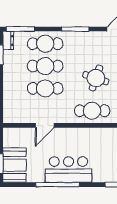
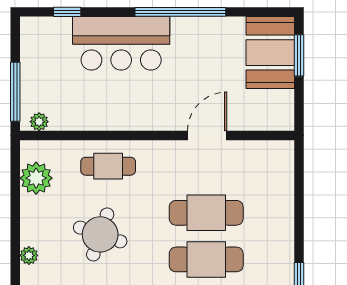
cafe table: (92, 111) -> (108, 166), width x0.73, depth x0.74
bar counter: (68, 170) -> (121, 43), moved

